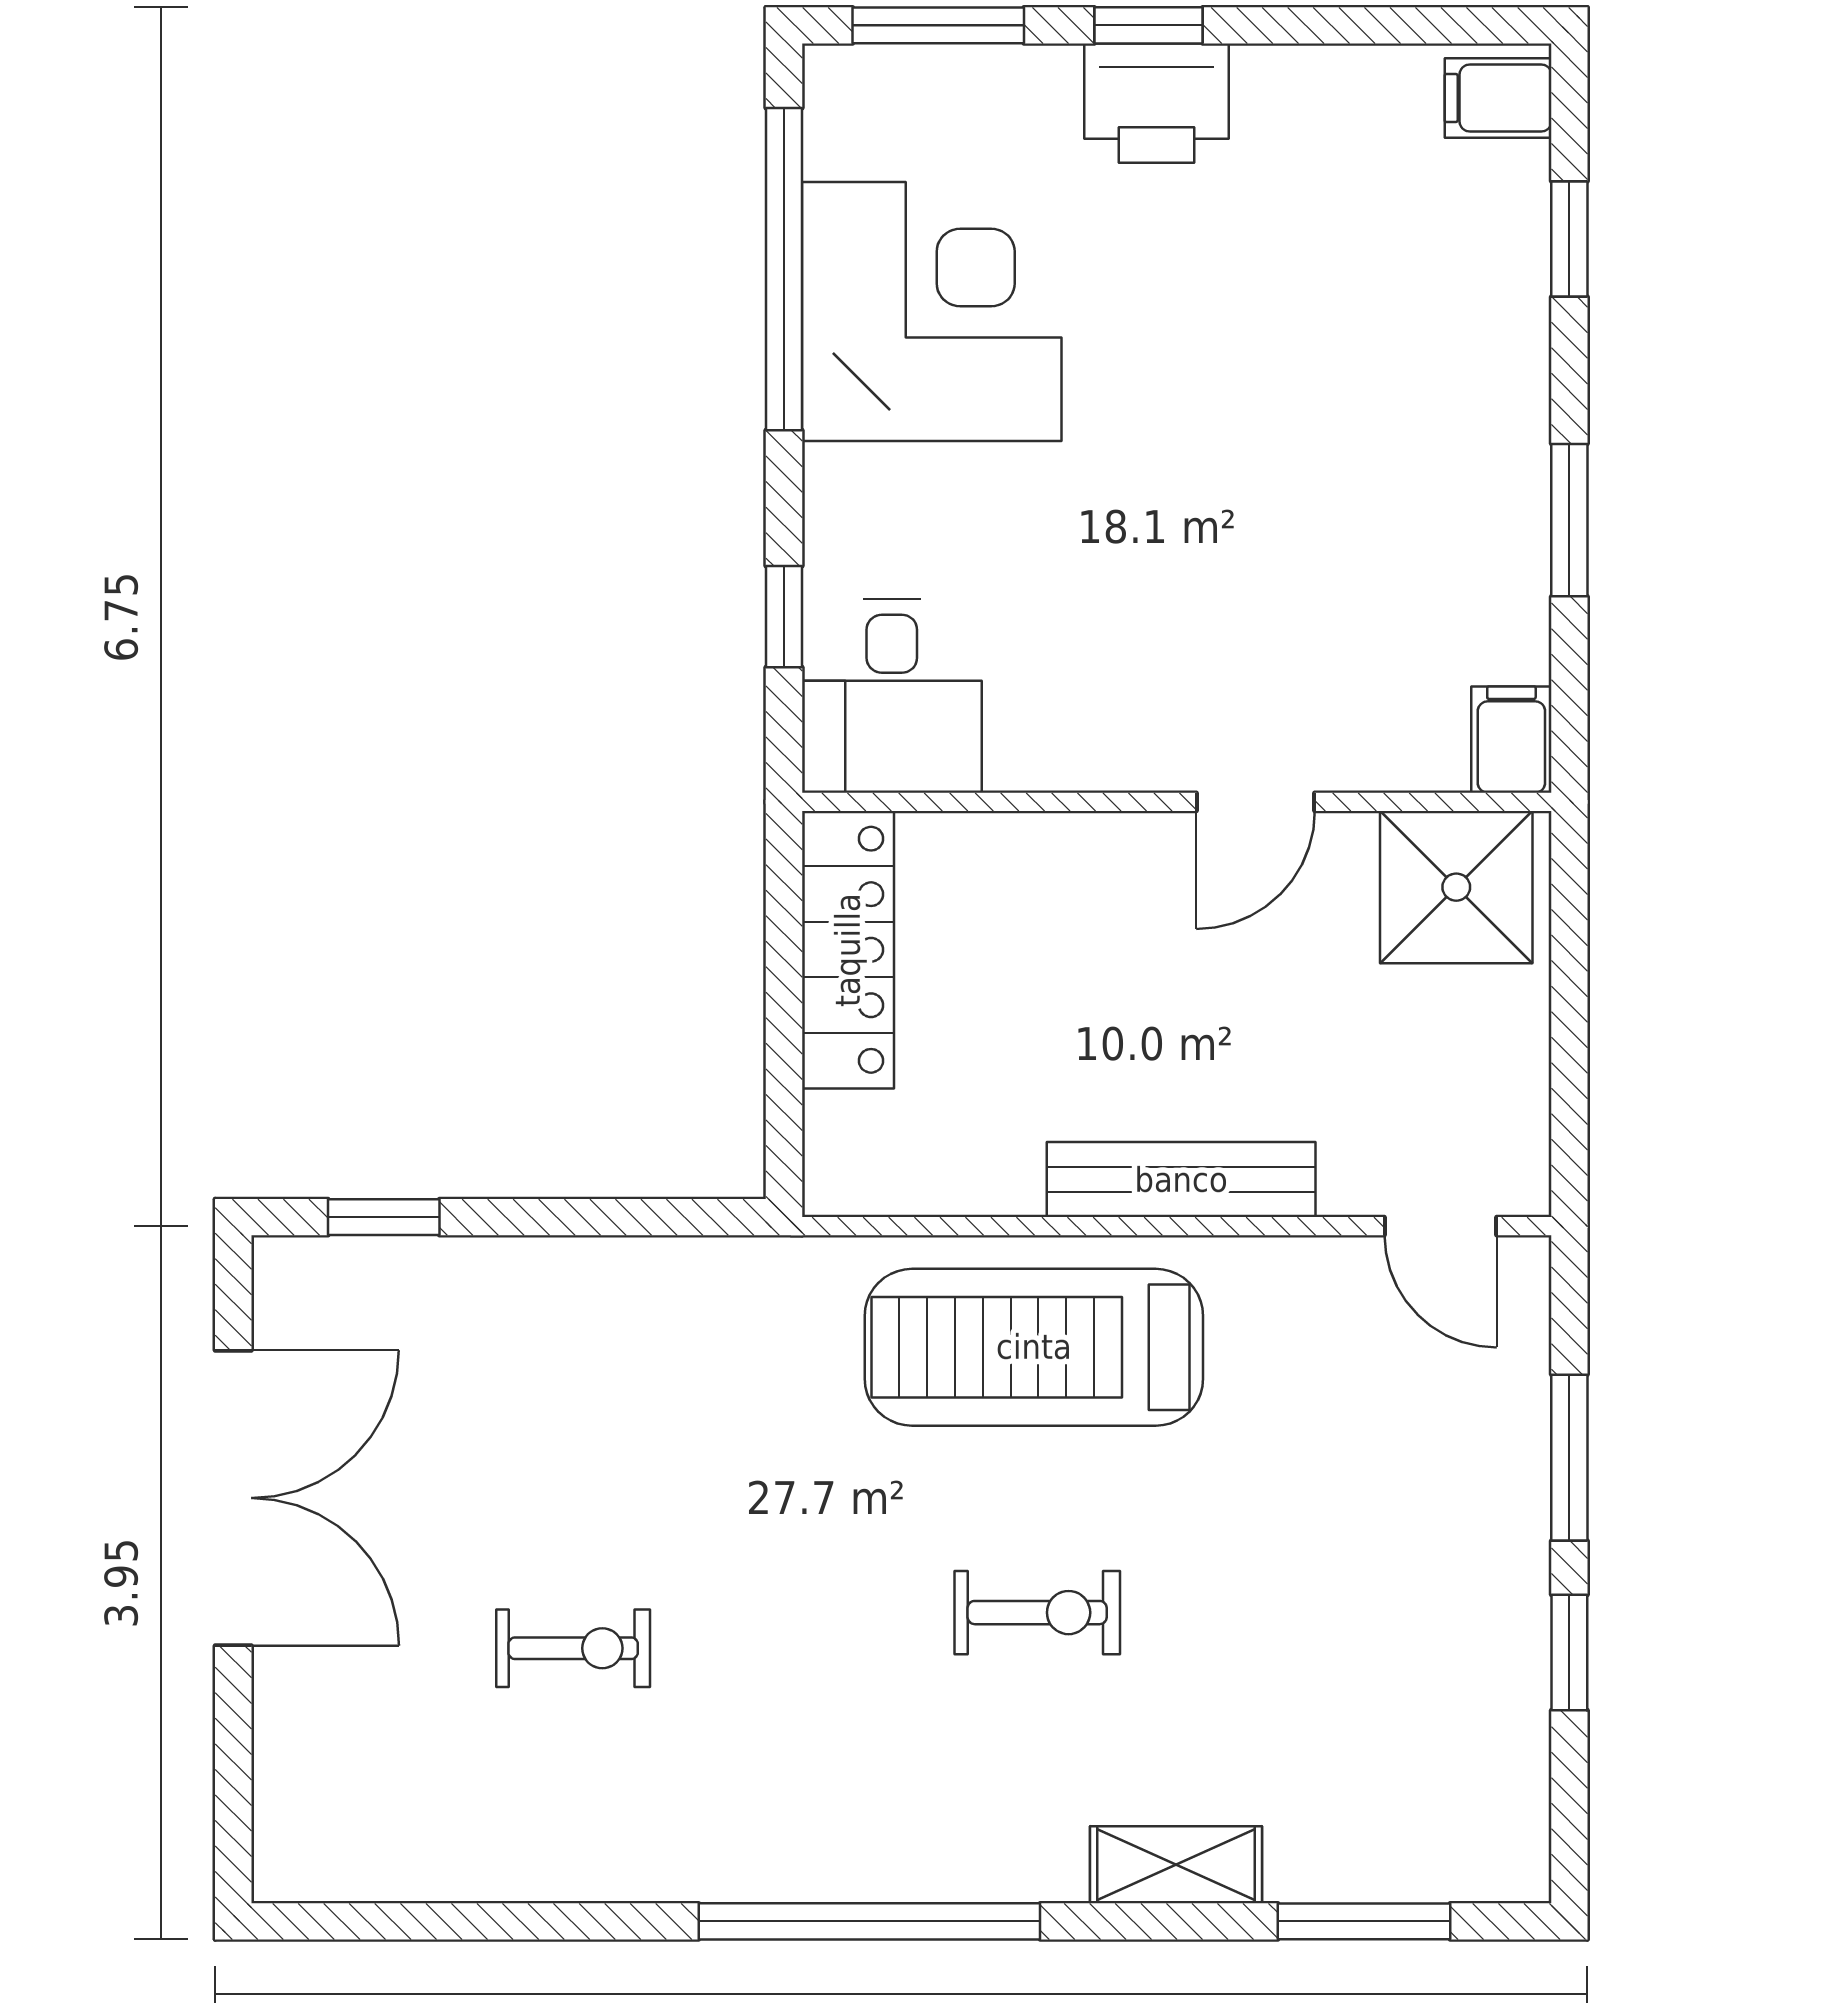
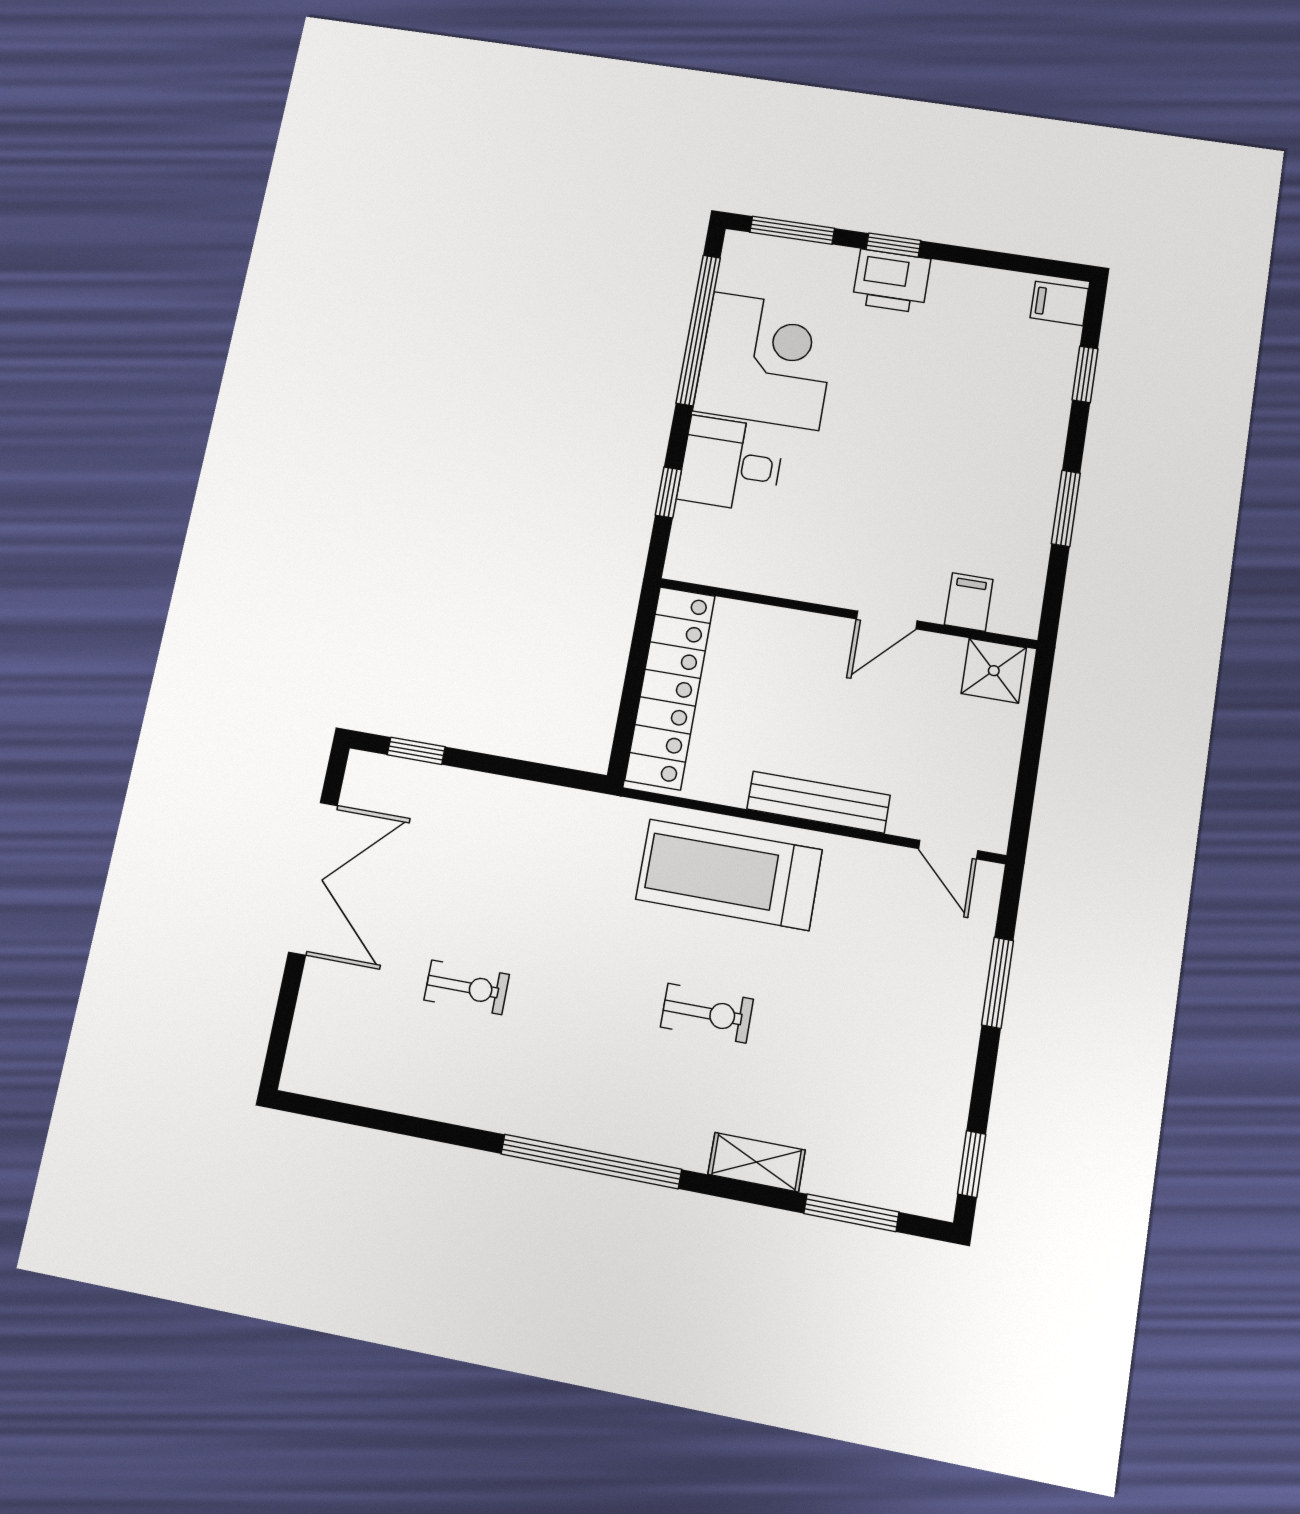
desk: (892, 696) -> (731, 464), moved, turned 90
filing cabinet: (1511, 740) -> (969, 602), moved
shower: (1456, 887) -> (994, 671), width x0.73, depth x0.73
locker: (848, 950) -> (670, 688), width x1.41, depth x1.21
window: (1569, 1652) -> (972, 1164), moved

